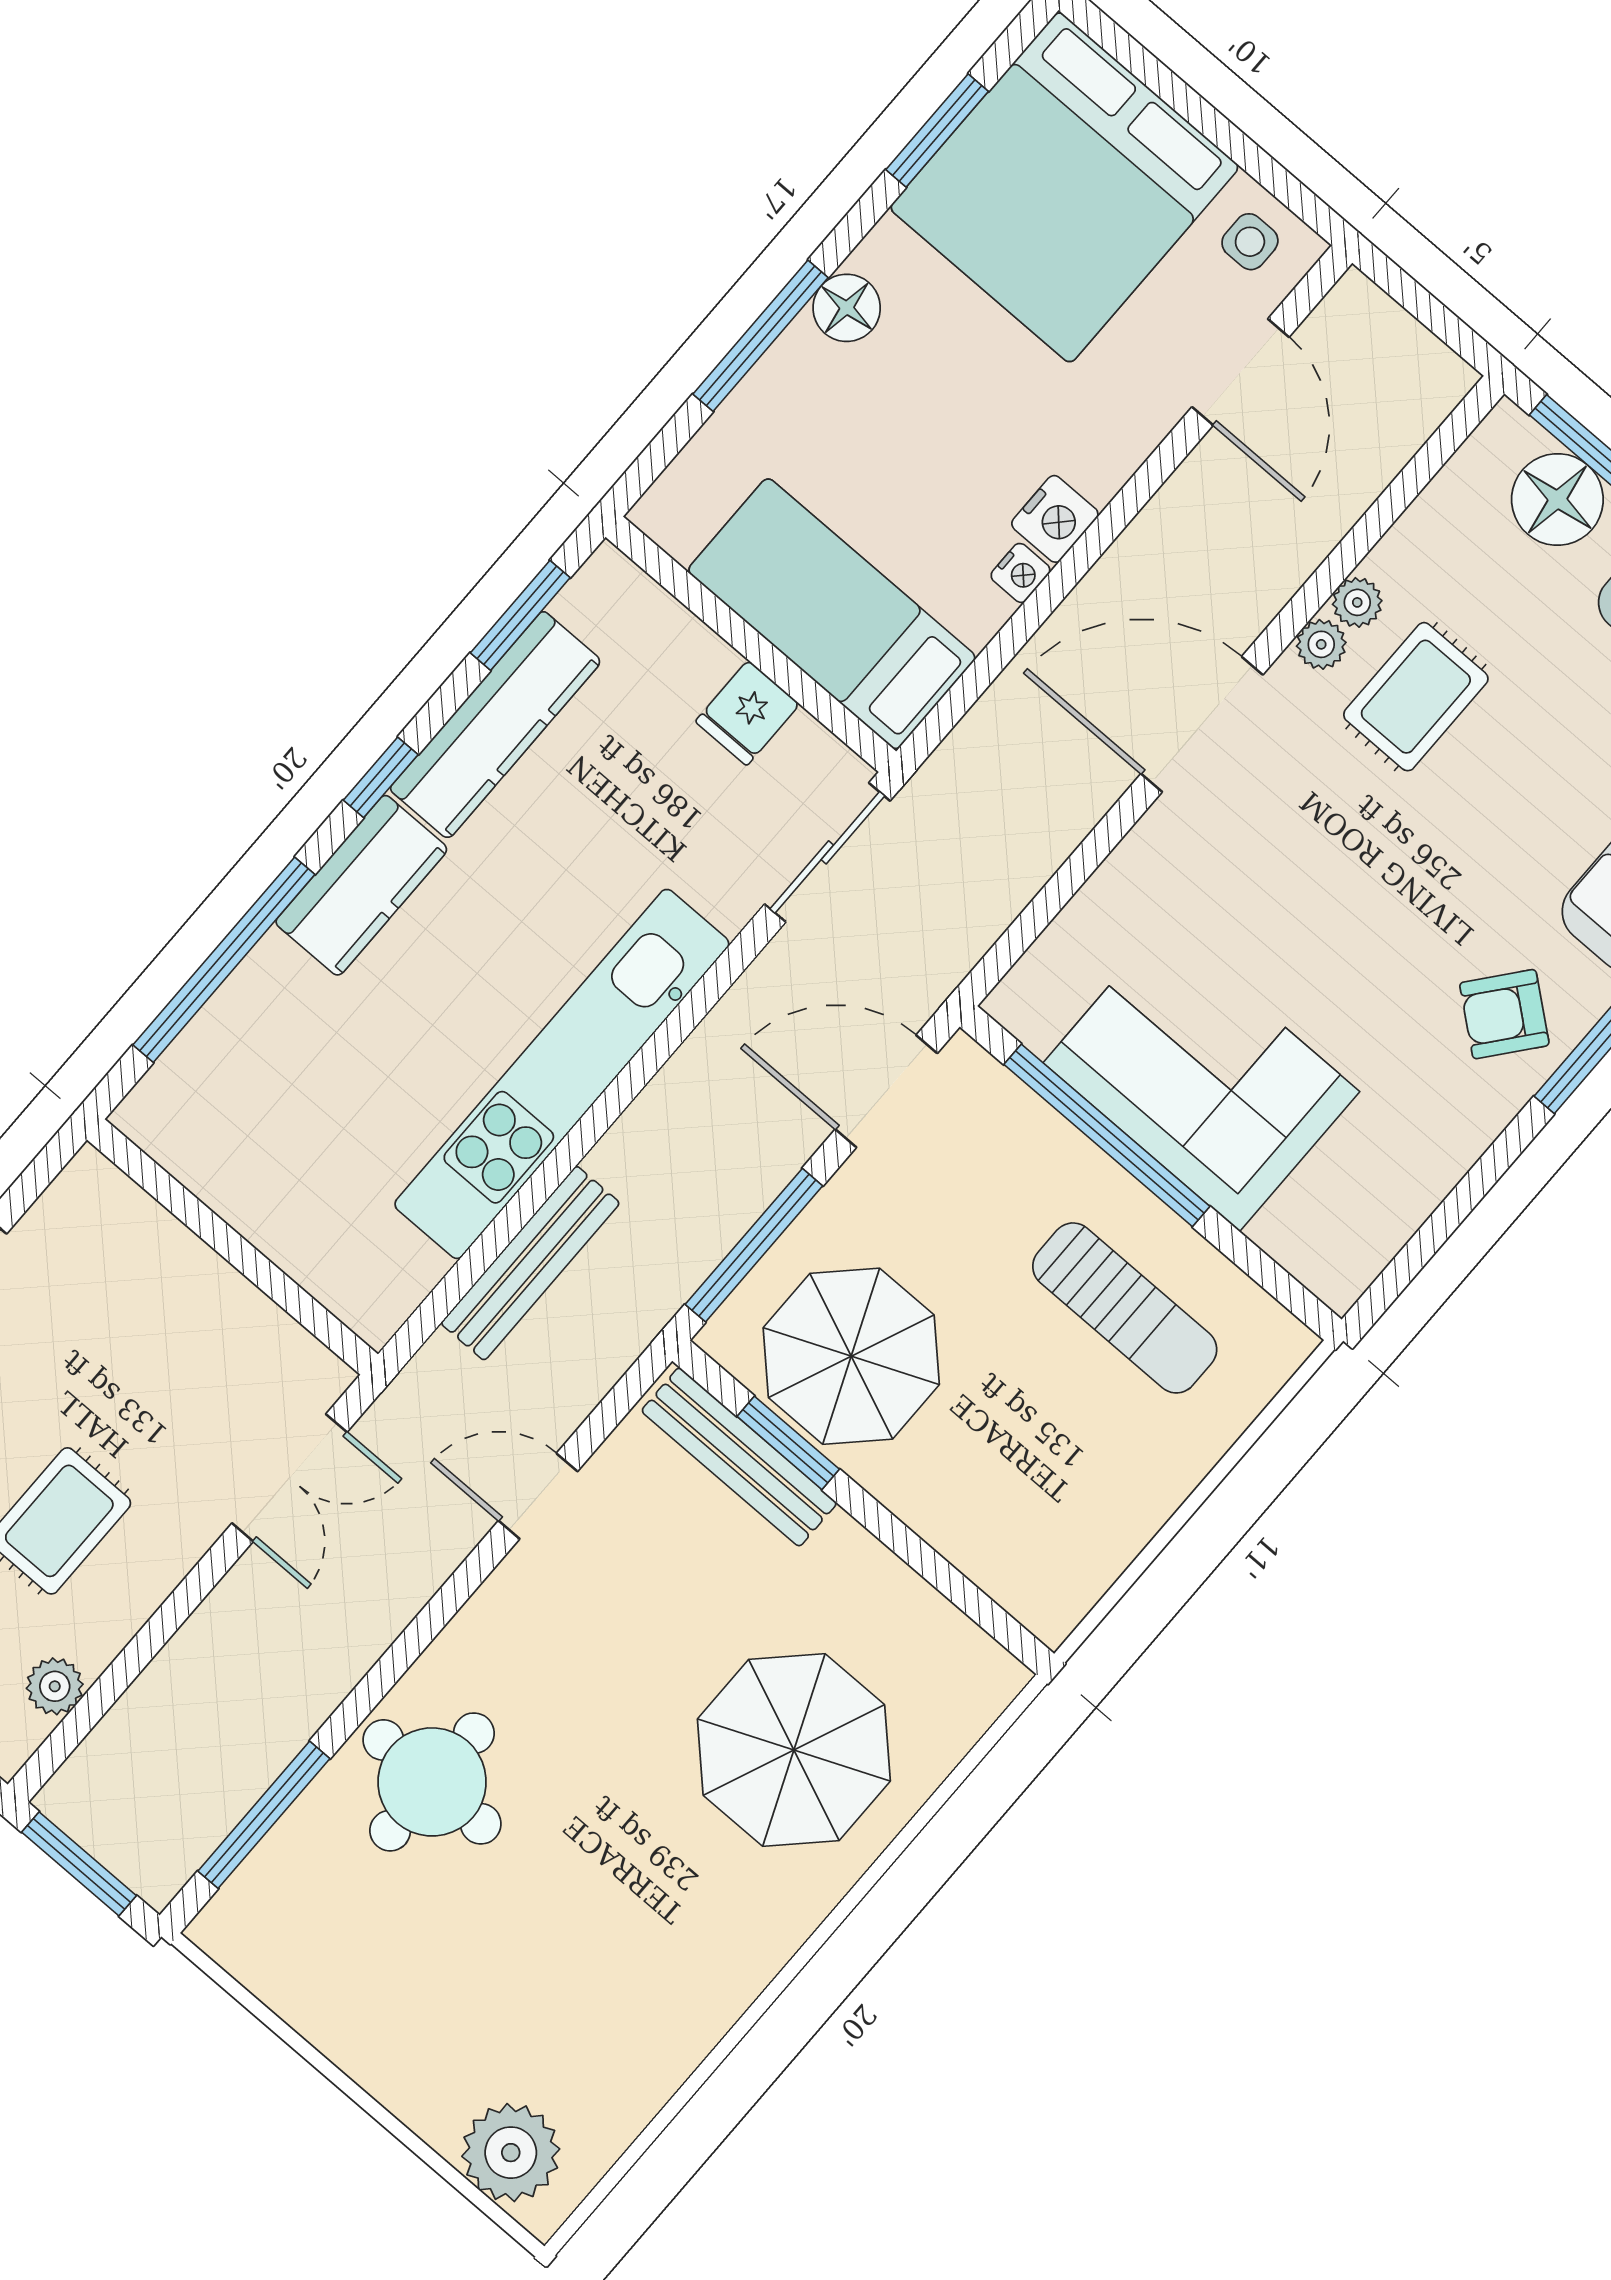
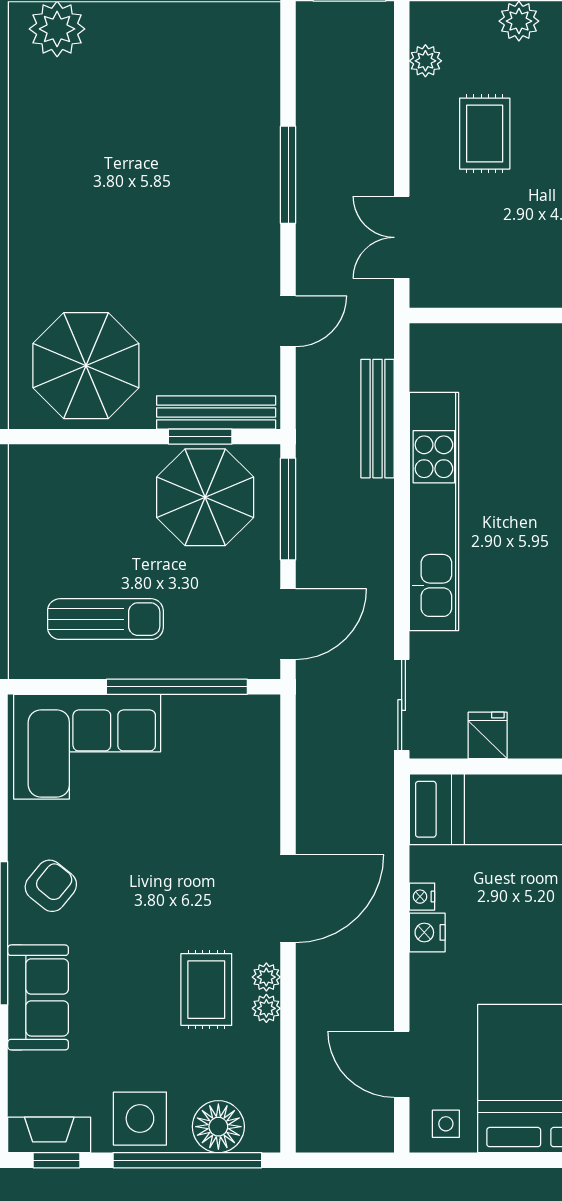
corner sofa: (1201, 1077) -> (87, 747), moved
sun lounger: (1125, 1308) -> (105, 619), turned 180
parasol: (794, 1750) -> (86, 366), moved
round table: (432, 1782) -> (228, 159), removed
window: (264, 1815) -> (288, 175), moved

